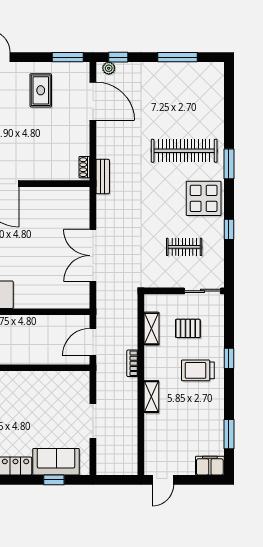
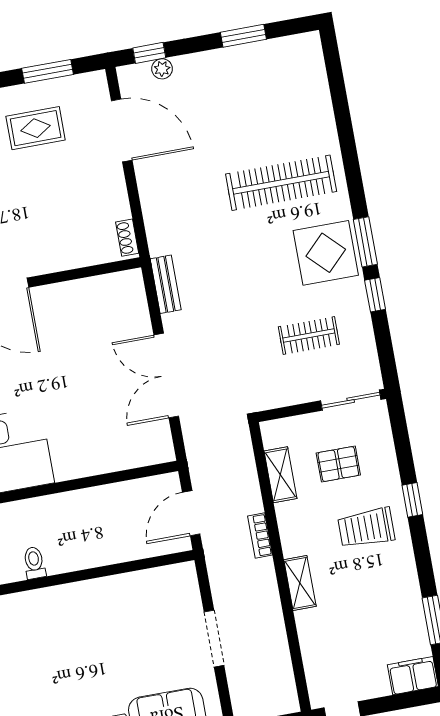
window: (68, 57) -> (48, 71), moved
window: (177, 57) -> (243, 36), width x0.69
plant: (109, 68) -> (162, 69), moved
rug: (41, 90) -> (36, 128), turned 90
window: (229, 164) -> (365, 242), moved
bench: (103, 177) -> (166, 284), moved

